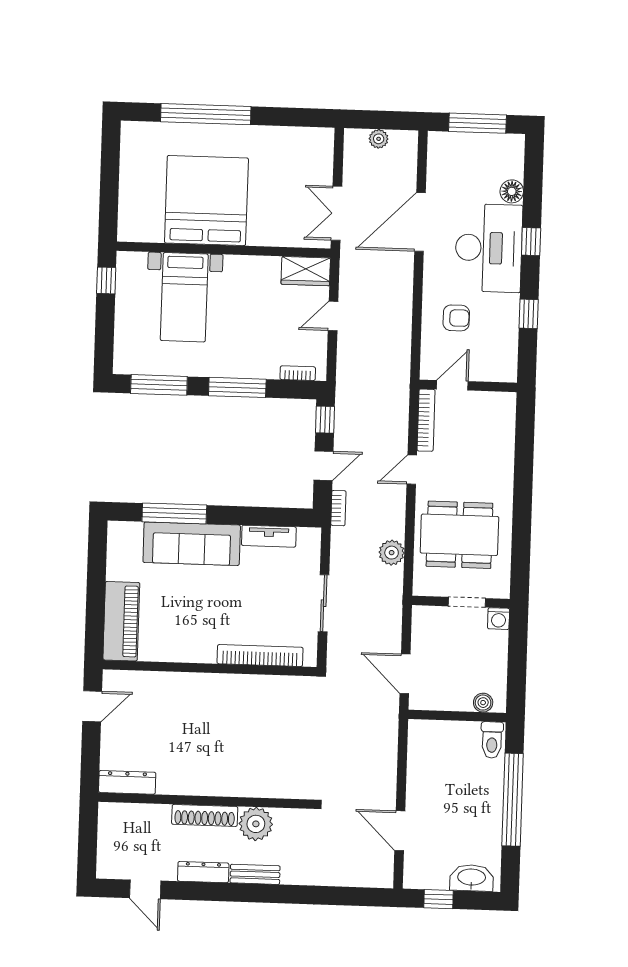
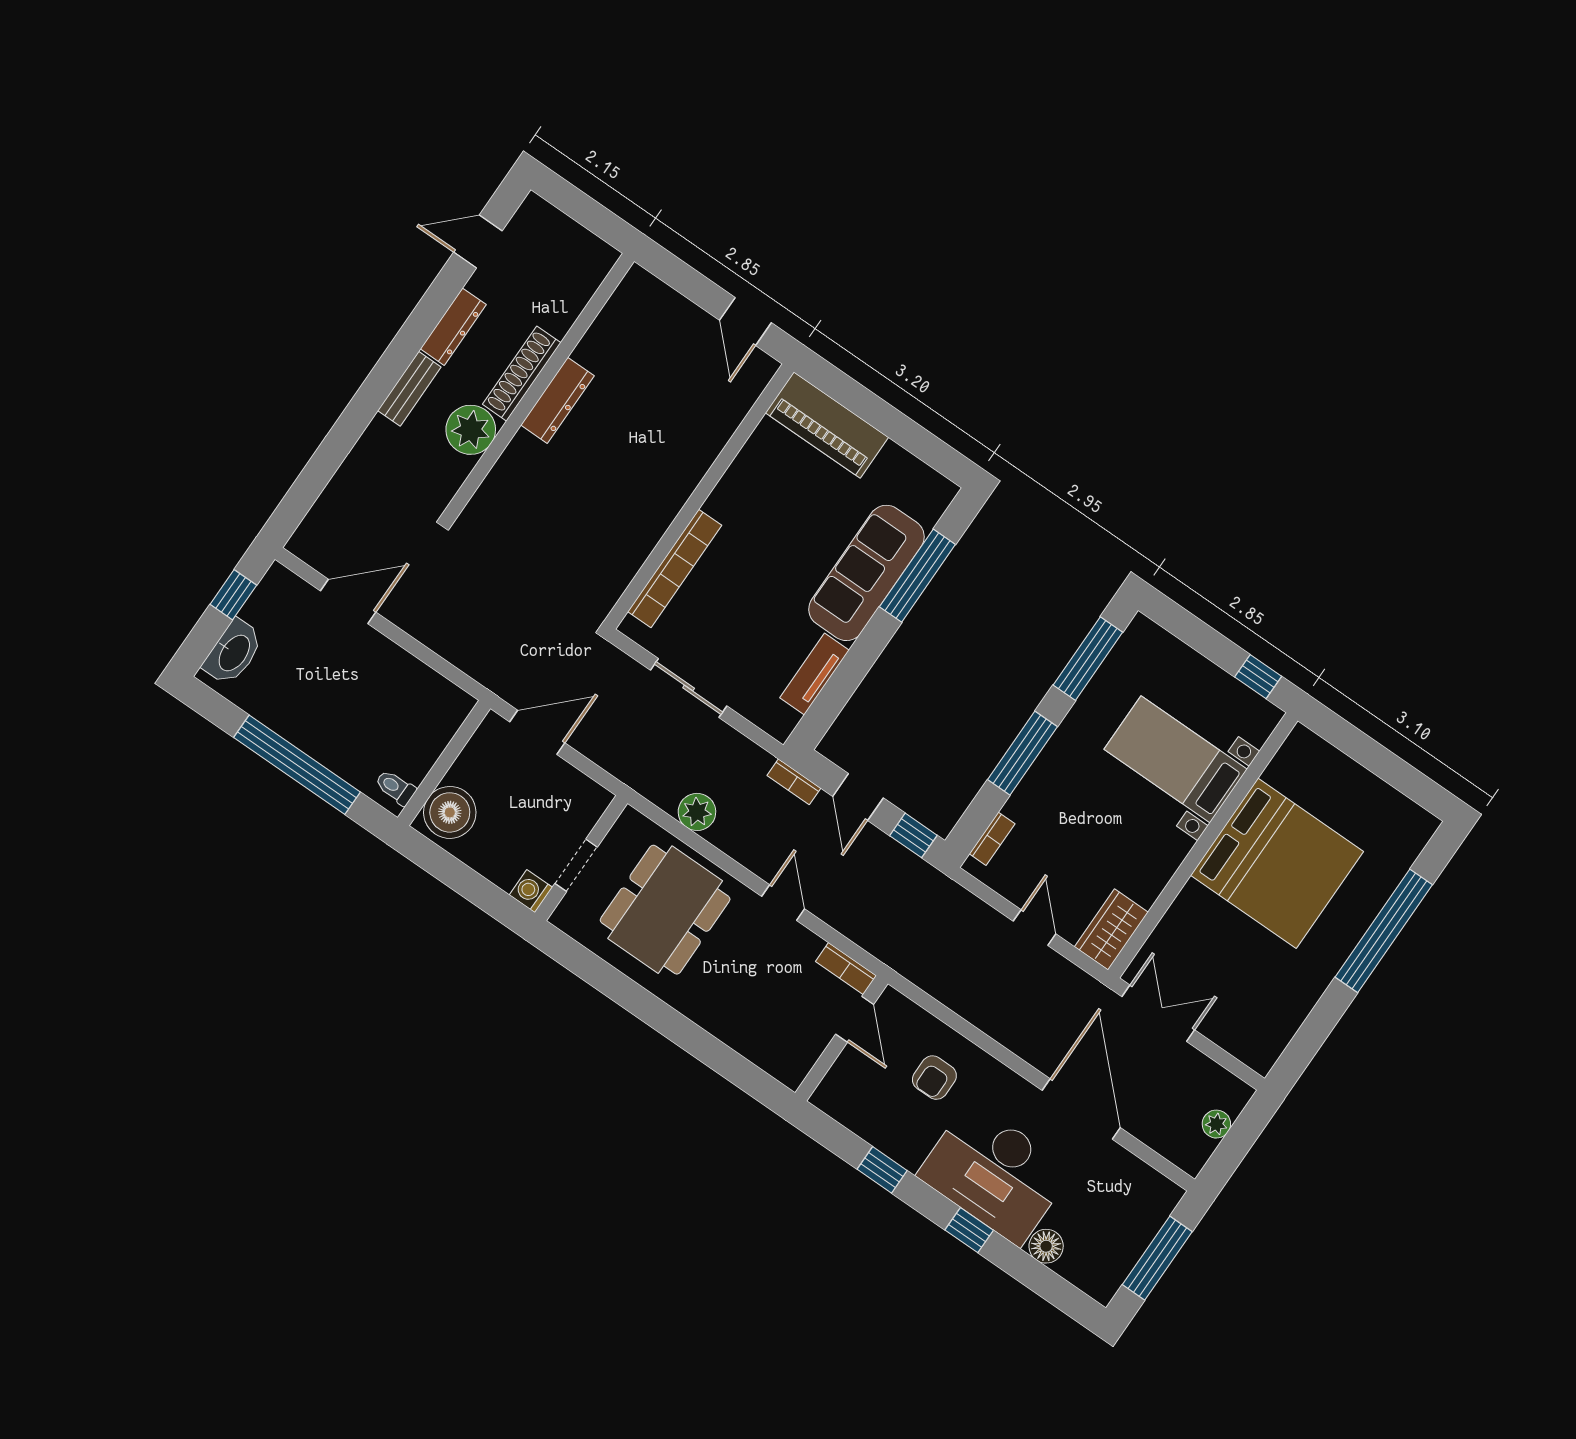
bookcase: (426, 420) -> (846, 969), width x0.64
boiler: (483, 703) -> (450, 812), width x1.86, depth x1.86
toilet: (492, 740) -> (395, 787), width x0.73, depth x0.72
dresser: (127, 782) -> (557, 400), moved

